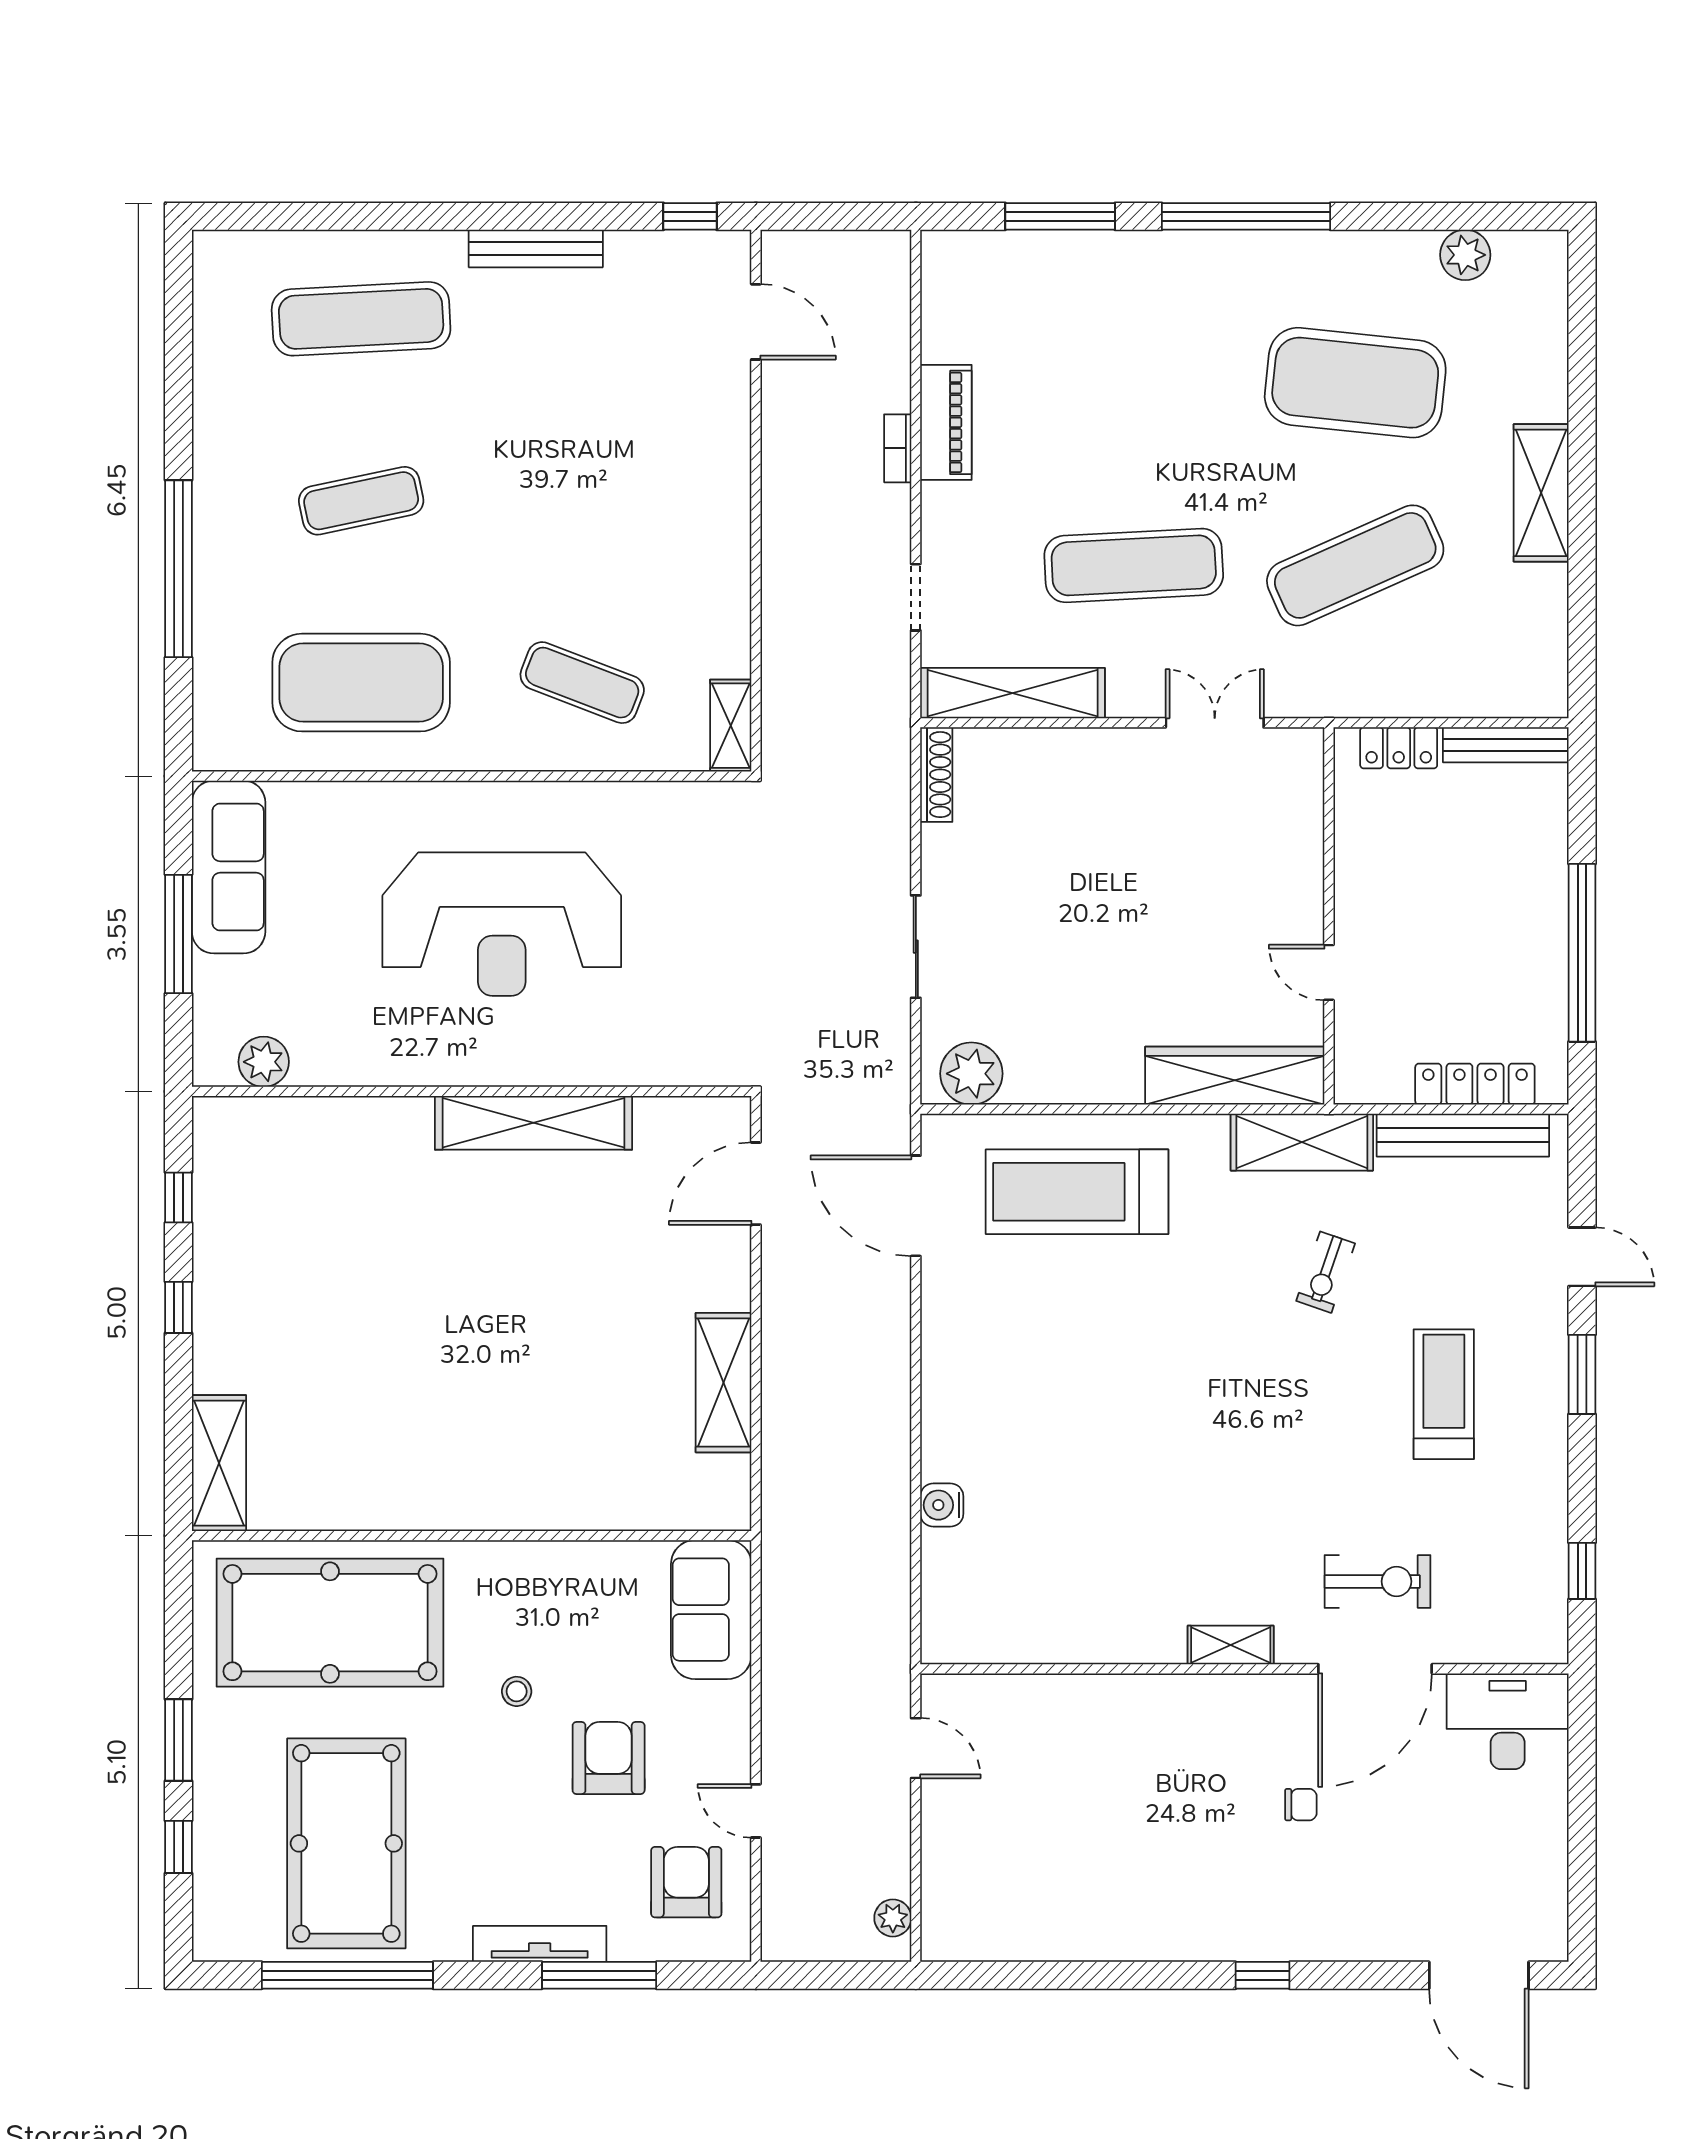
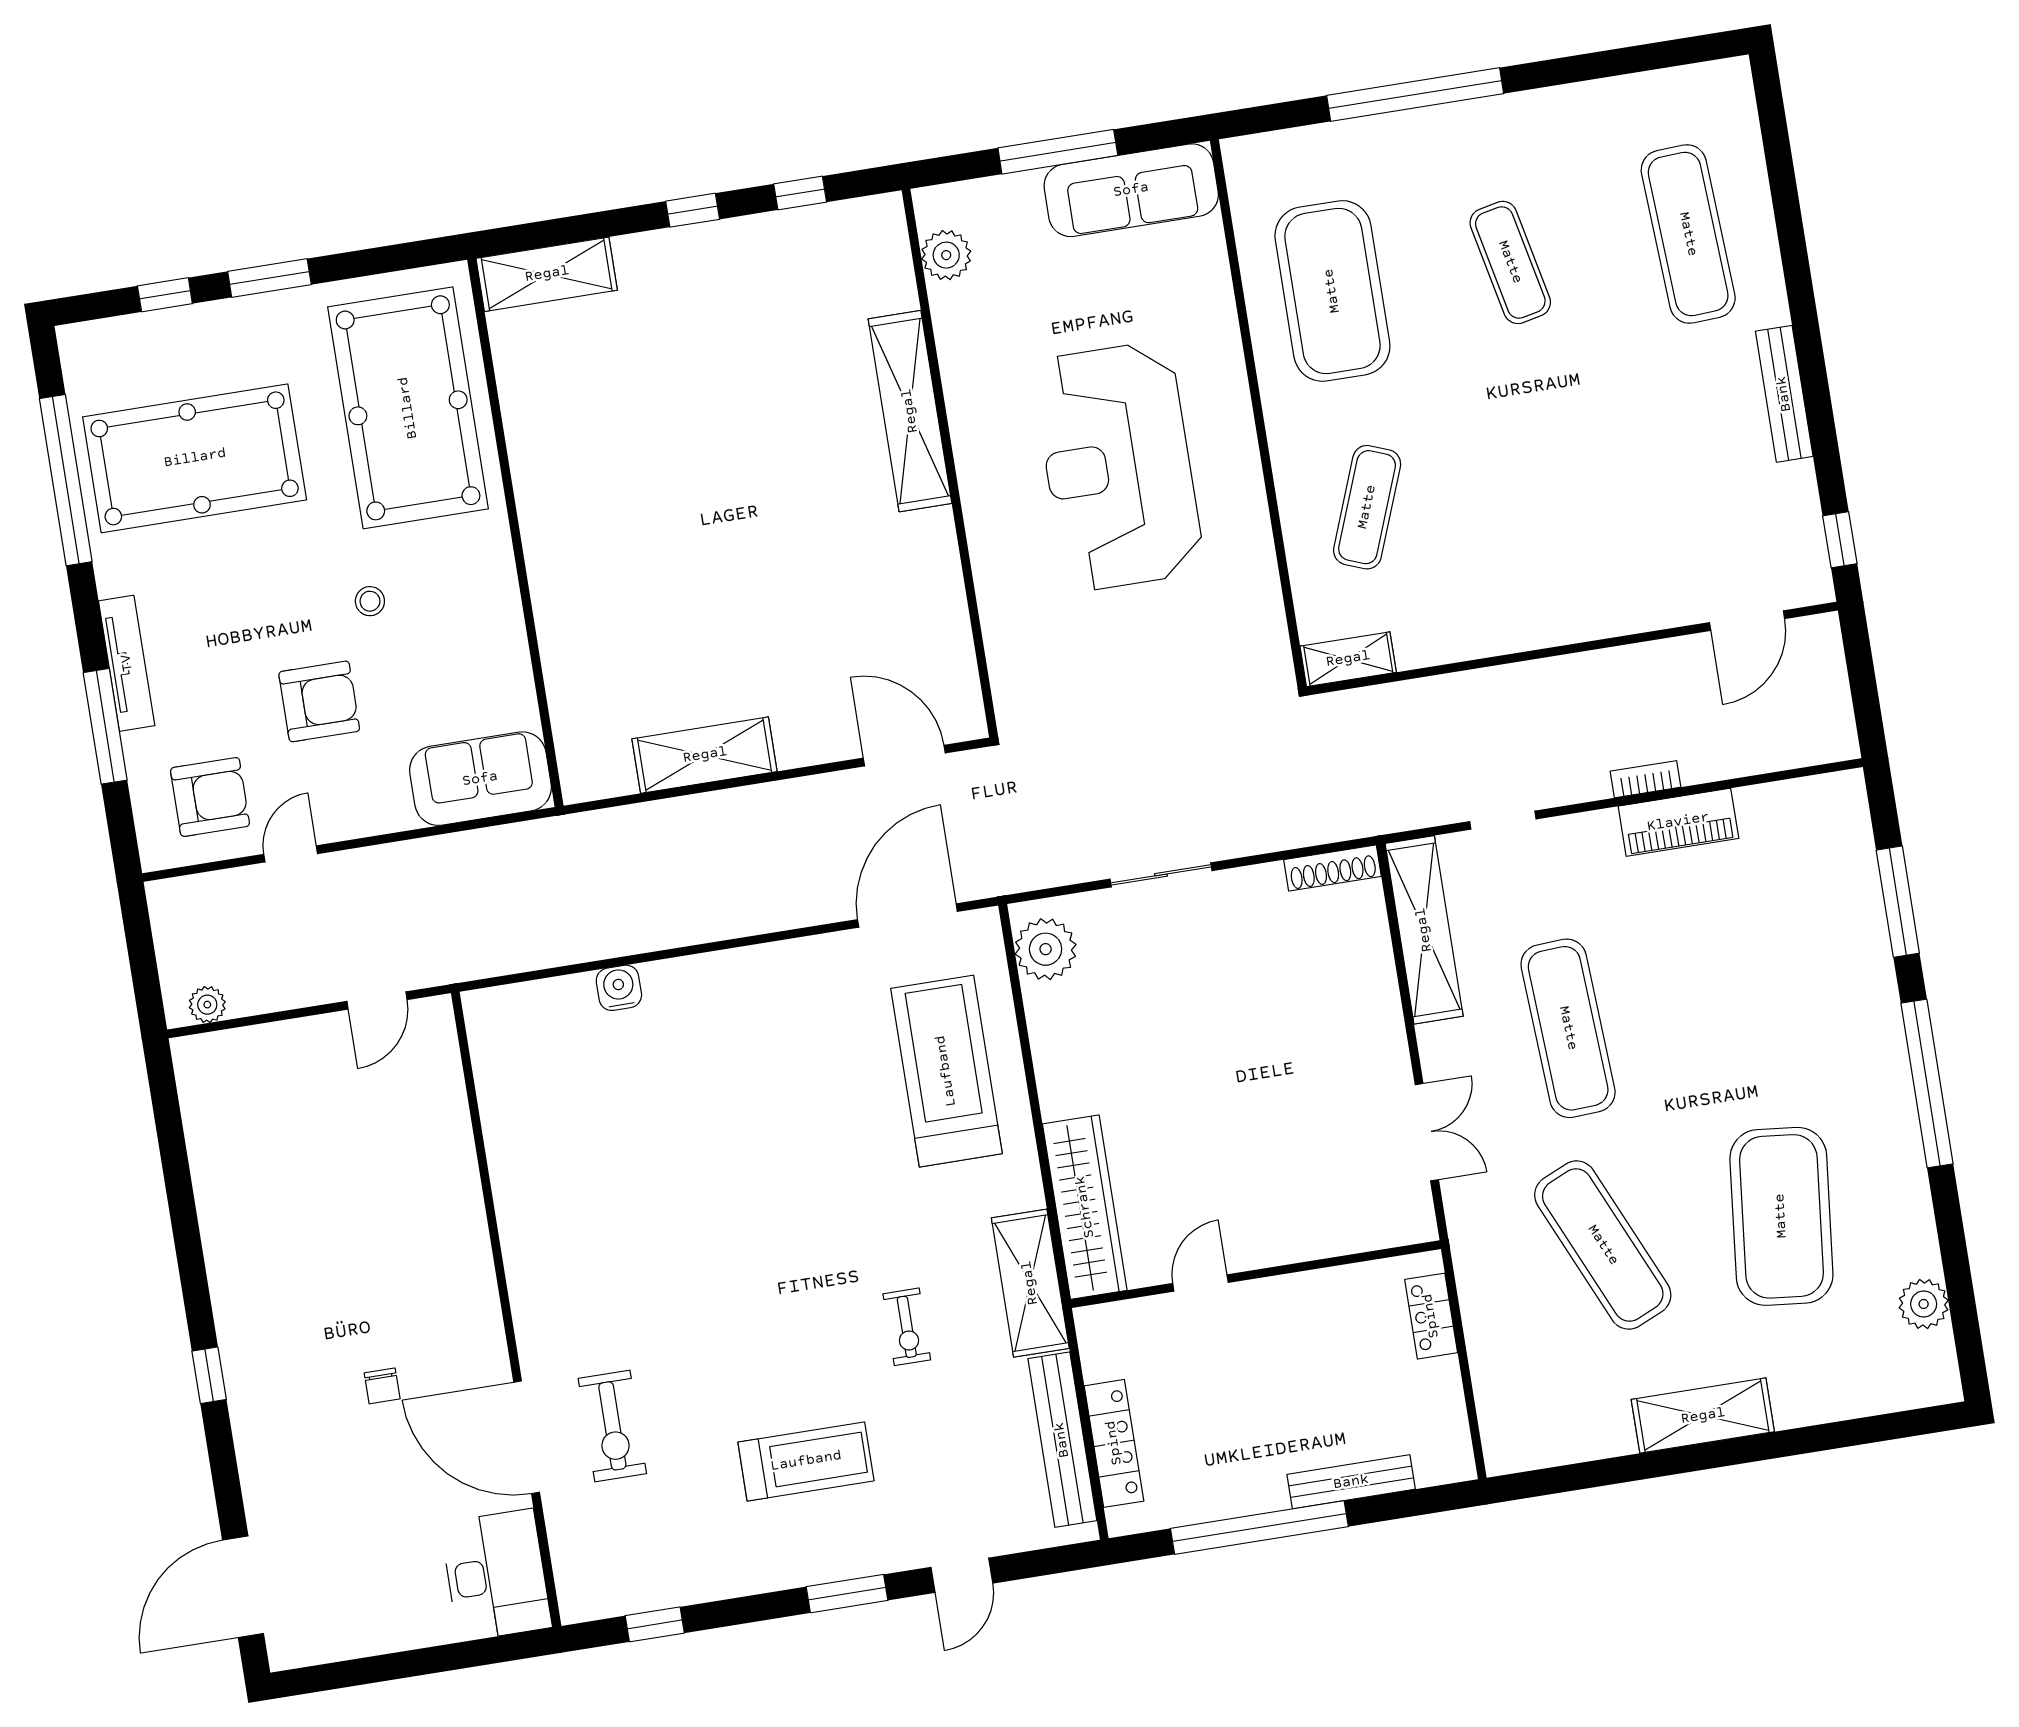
bench: (1506, 745) -> (1351, 1482), moved, turned 90
shelving: (533, 1123) -> (910, 411), moved
exercise bike: (1326, 1272) -> (907, 1327), turned -109
shelving: (1231, 1645) -> (527, 1292), removed

